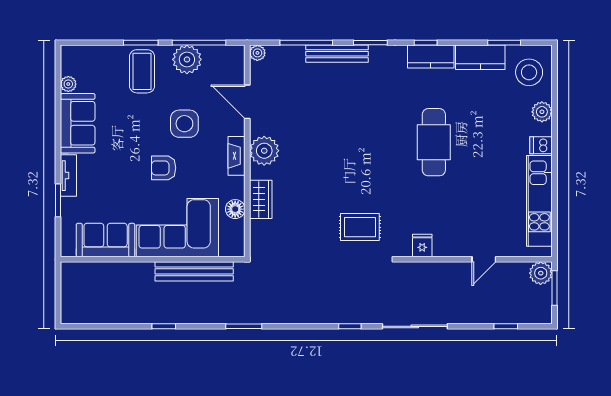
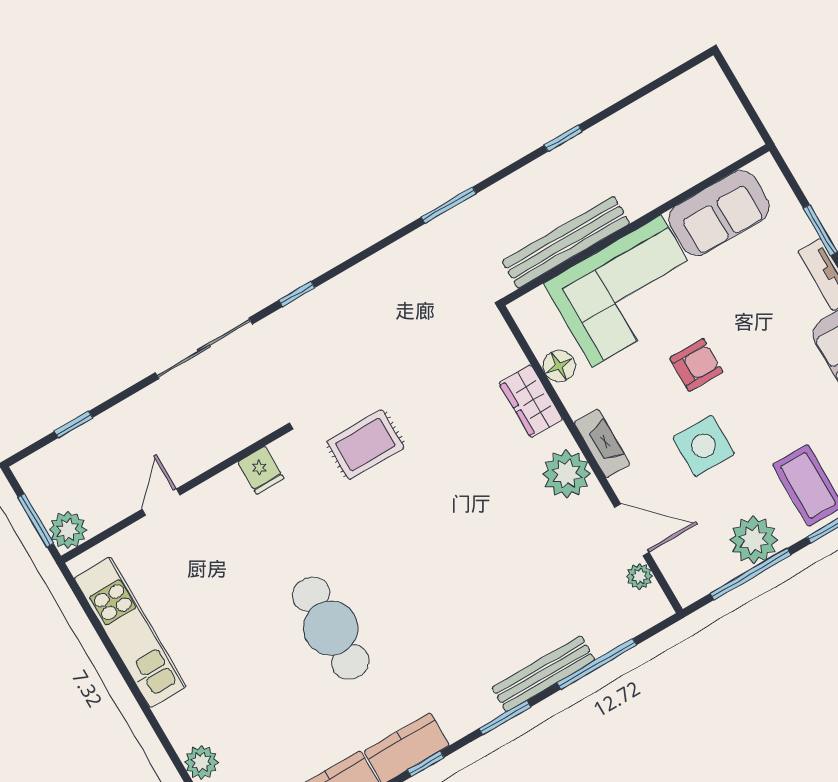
plant: (257, 53) -> (639, 576), moved
dishwasher: (541, 145) -> (175, 713), removed

